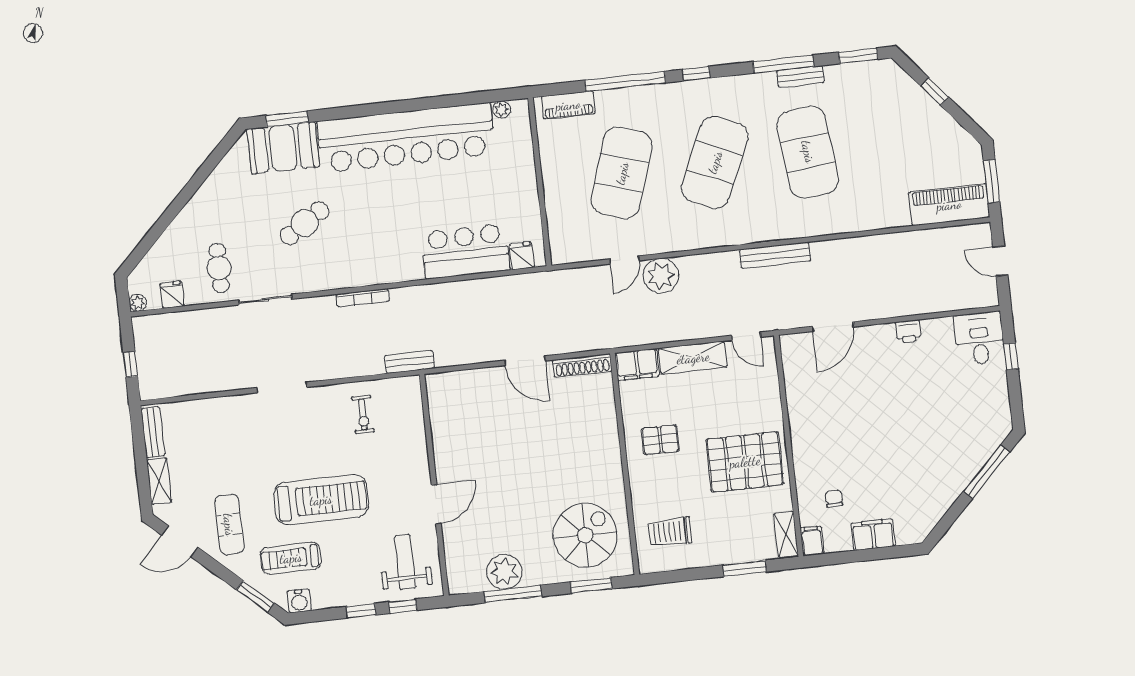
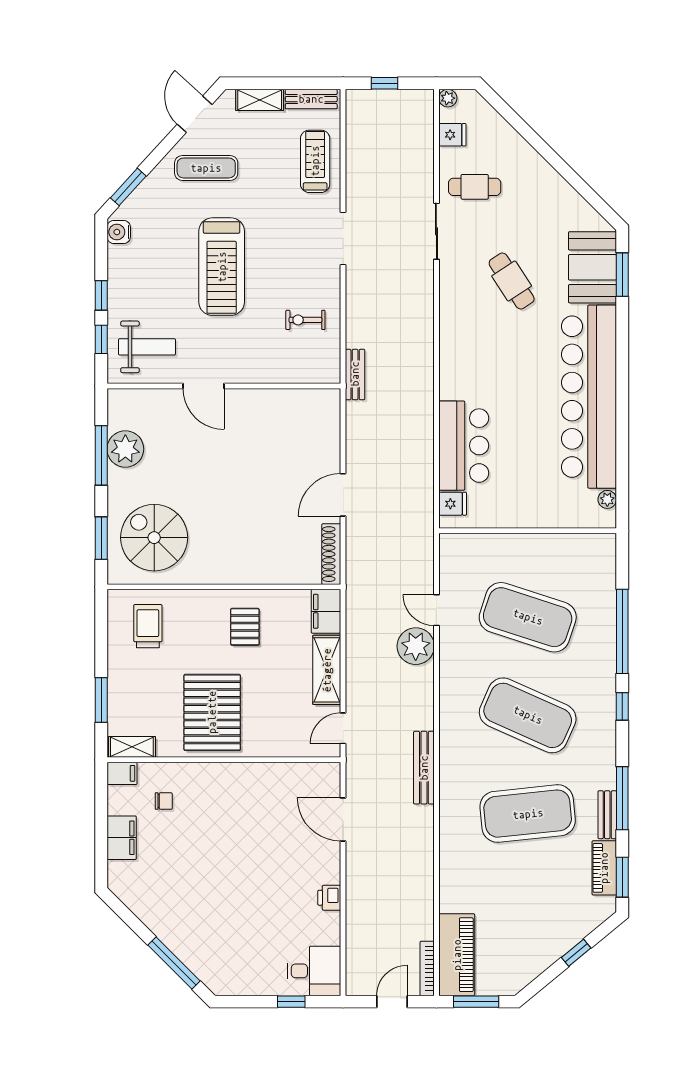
piano: (568, 105) -> (604, 868), moved
bookcase: (363, 298) -> (427, 968), moved
spiral stairs: (585, 535) -> (154, 538), turned 180
treadmill: (291, 558) -> (315, 161), moved

